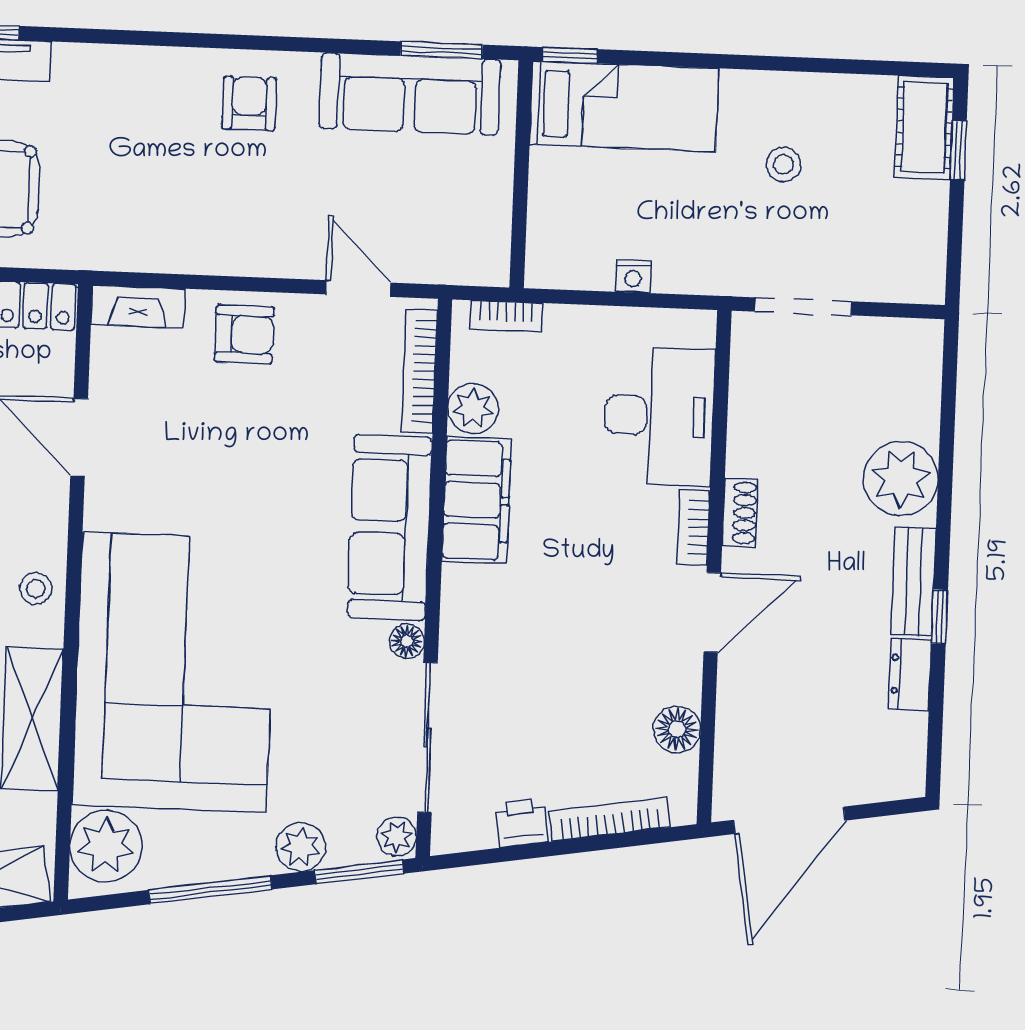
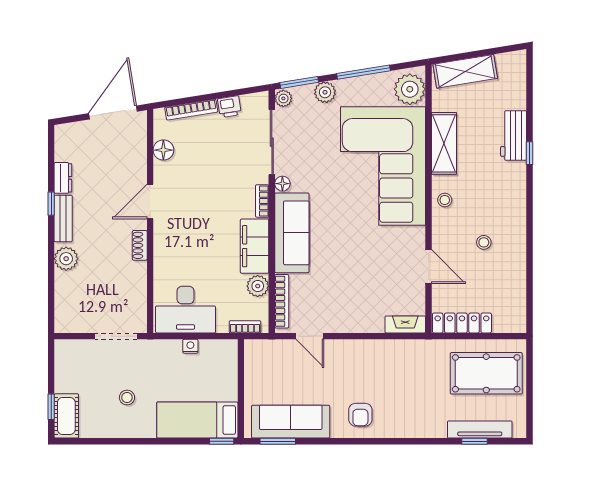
armchair: (244, 334) -> (358, 314), removed
desk: (659, 416) -> (186, 310), moved, turned -90
plant: (901, 478) -> (66, 259), width x0.73, depth x0.73
bookcase: (694, 527) -> (262, 201), moved, turned 180

